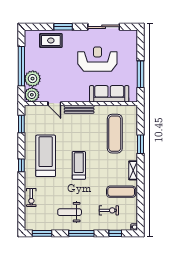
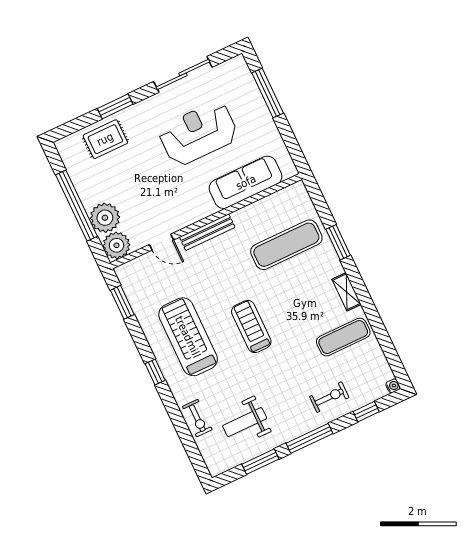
window: (141, 74) -> (268, 93), moved
exercise mat: (115, 134) -> (286, 245), turned 90
exercise bike: (109, 210) -> (329, 397), moved
weight bench: (70, 212) -> (245, 422), moved
window: (42, 233) -> (260, 462), moved

